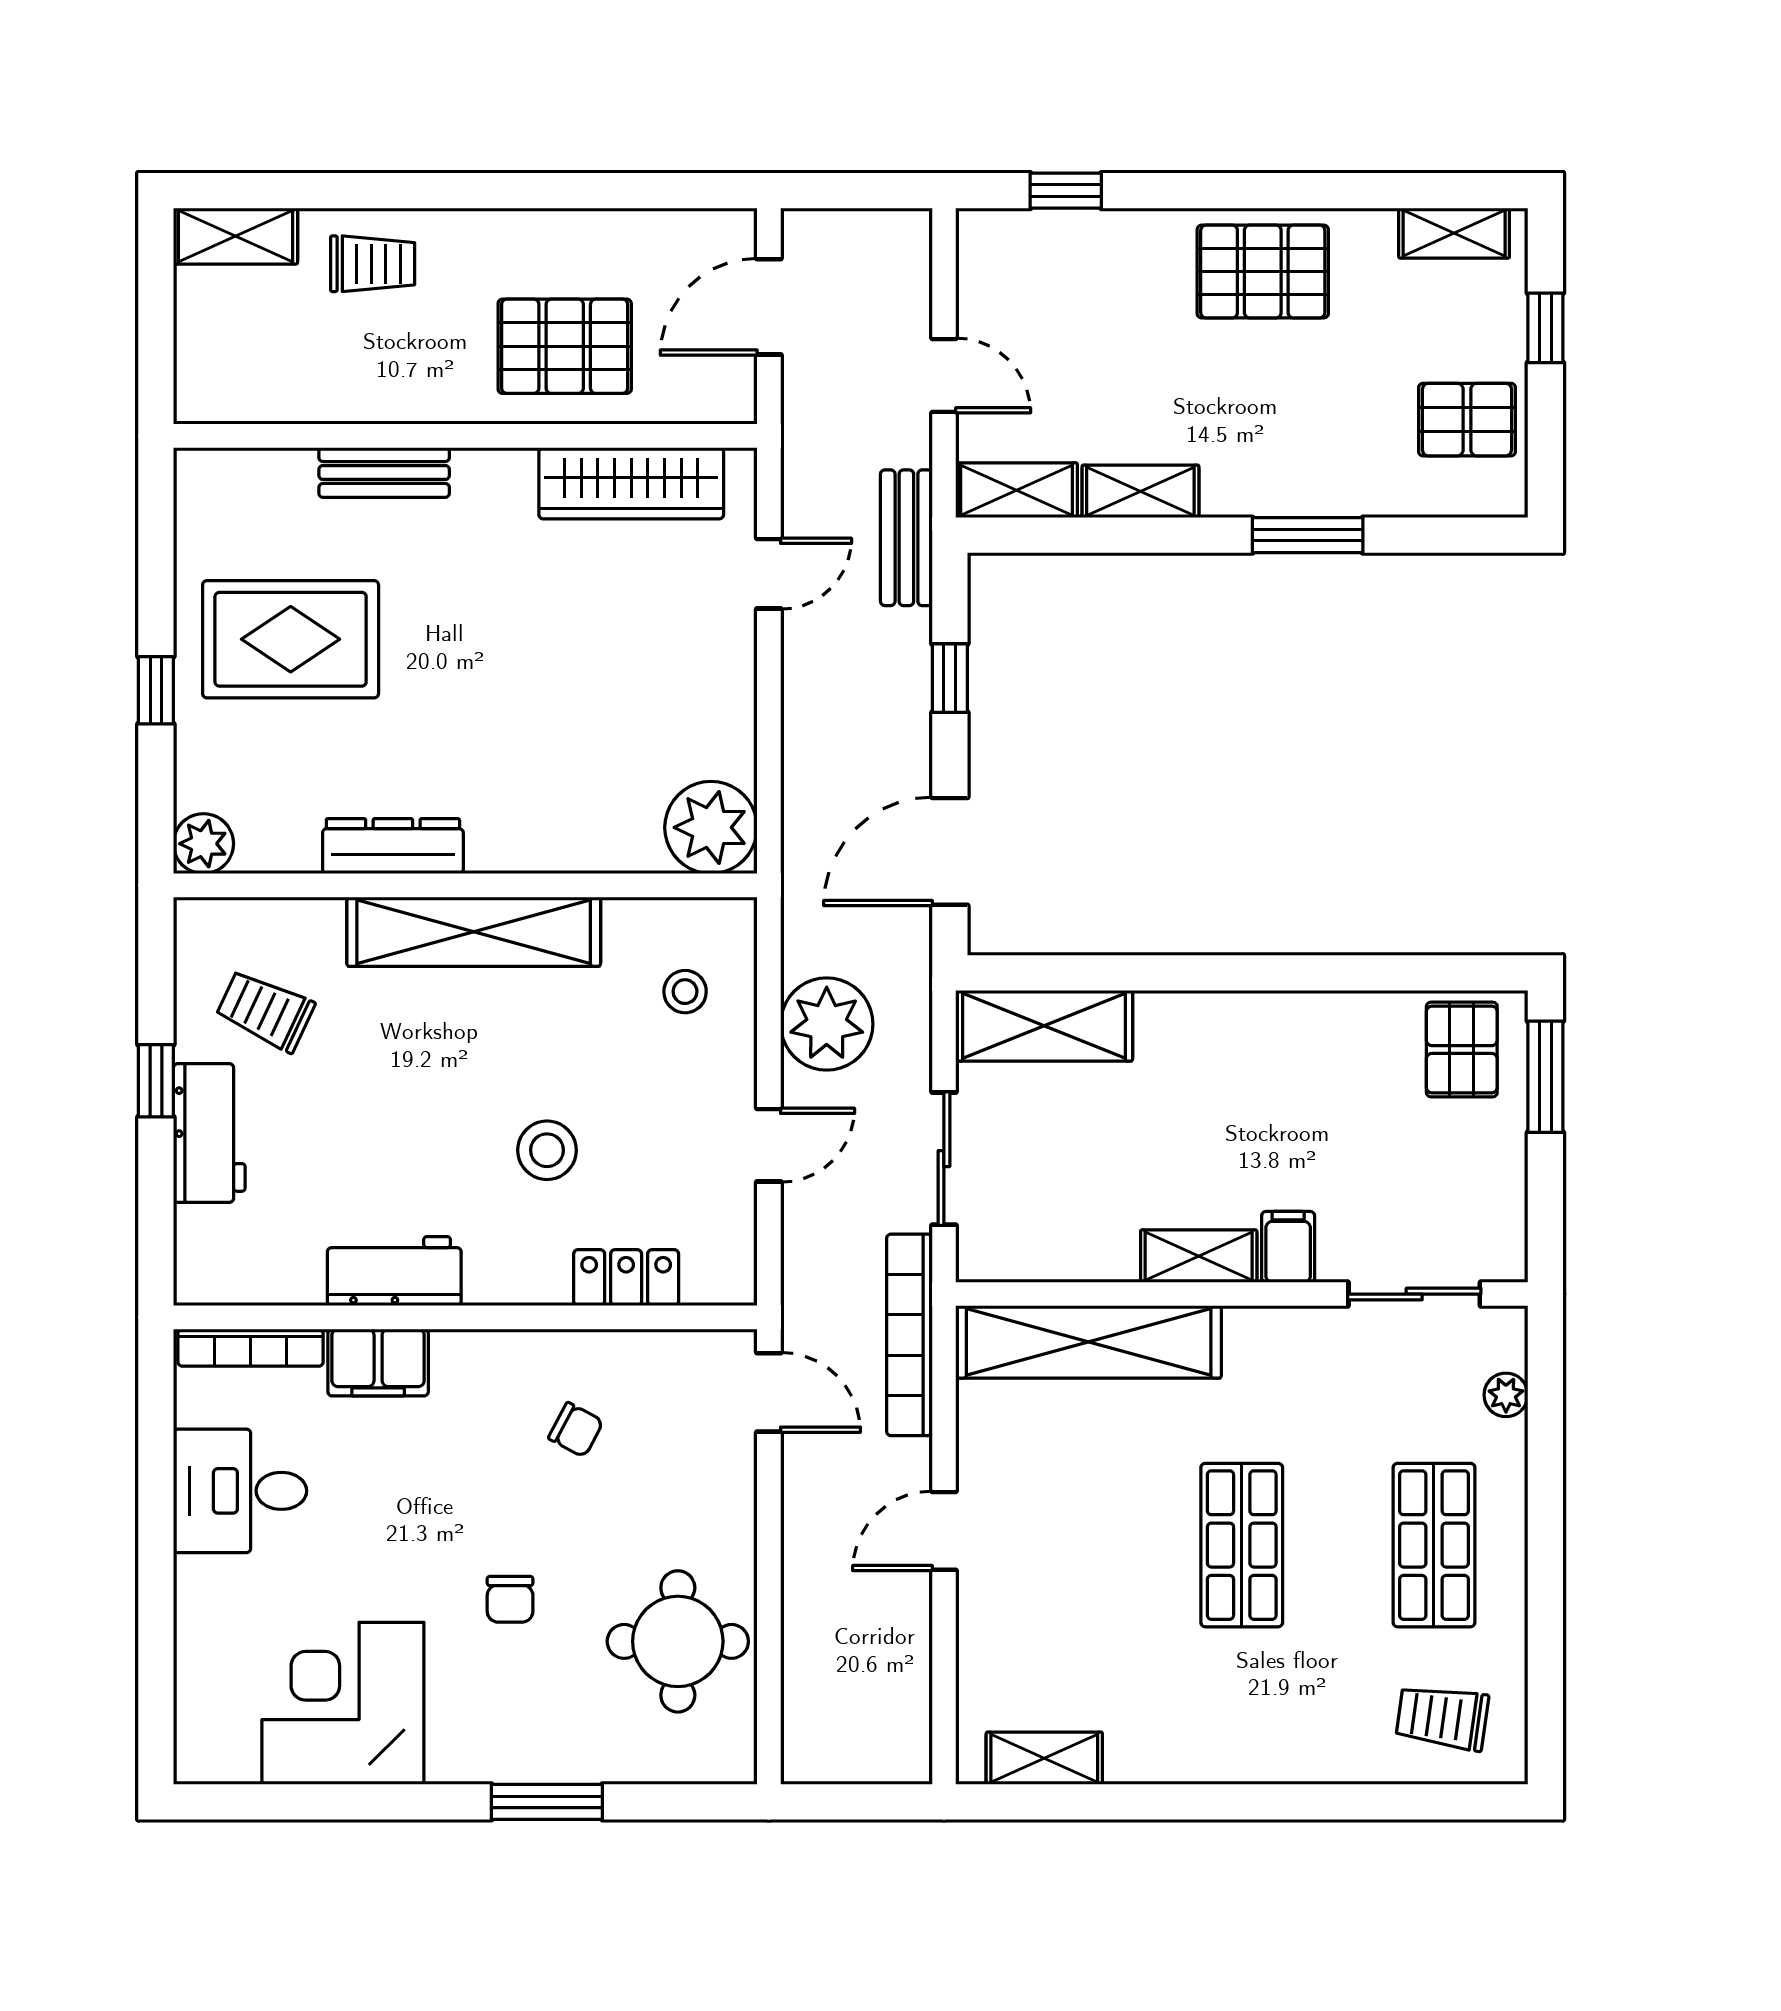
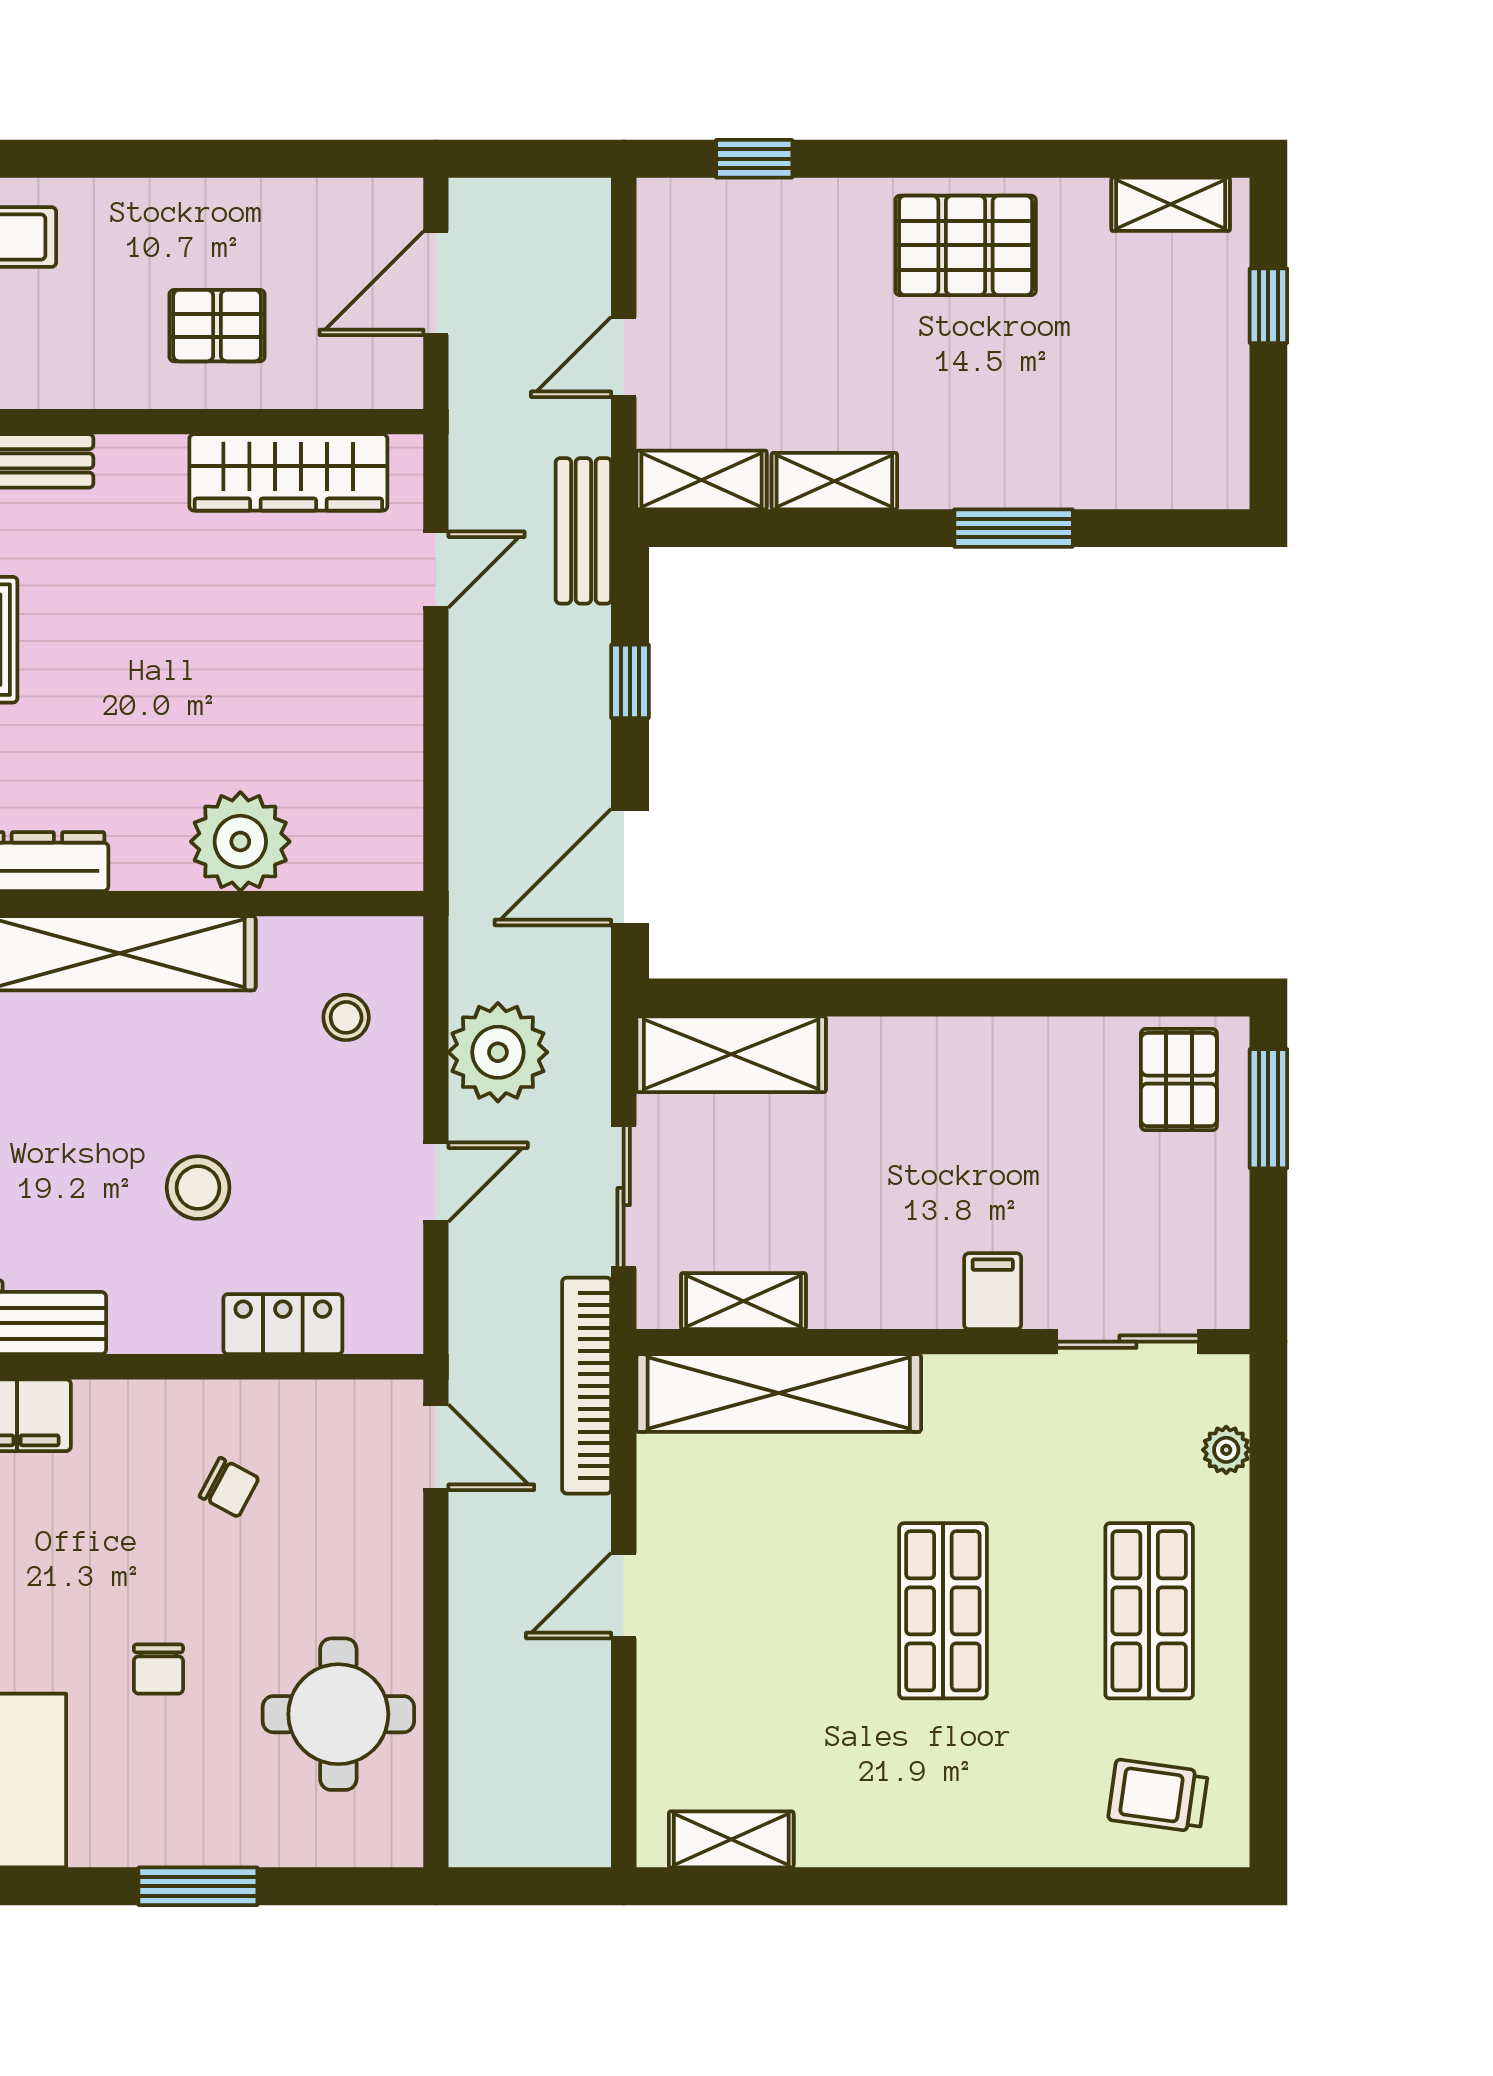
pallet: (565, 346) -> (217, 326), width x0.67, depth x0.71
door: (944, 376) -> (624, 357), swing flipped
pallet: (1467, 420) -> (1185, 404), removed
plant: (711, 827) -> (240, 842), moved
shelving: (1199, 1256) -> (743, 1301), moved

